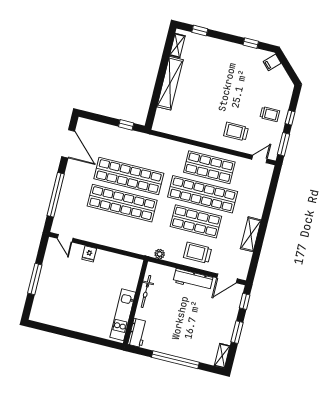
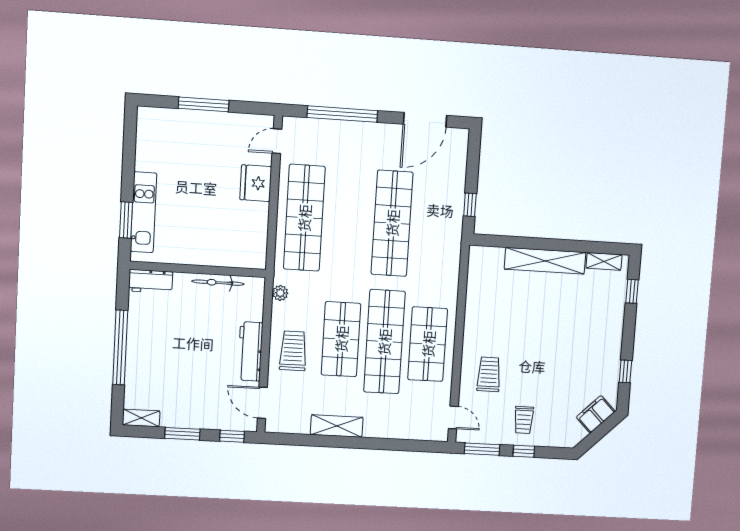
filing cabinet: (272, 62) -> (596, 414), width x2.00
shop shelf: (122, 203) -> (304, 218), moved
fridge: (89, 254) -> (256, 183), width x1.88, depth x1.34
kitchen unit: (123, 315) -> (143, 212), moved, turned 90
window: (97, 340) -> (126, 220), added

